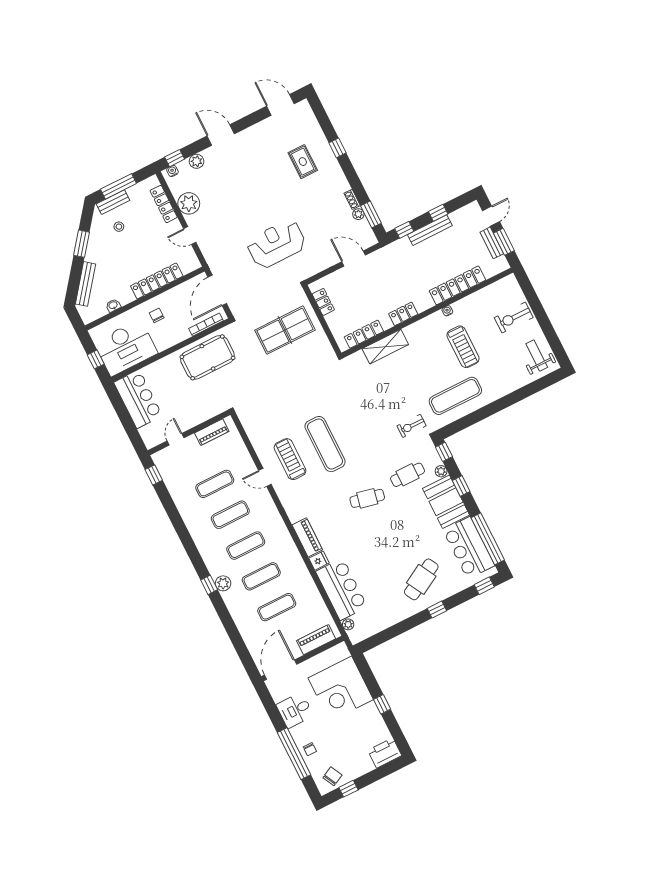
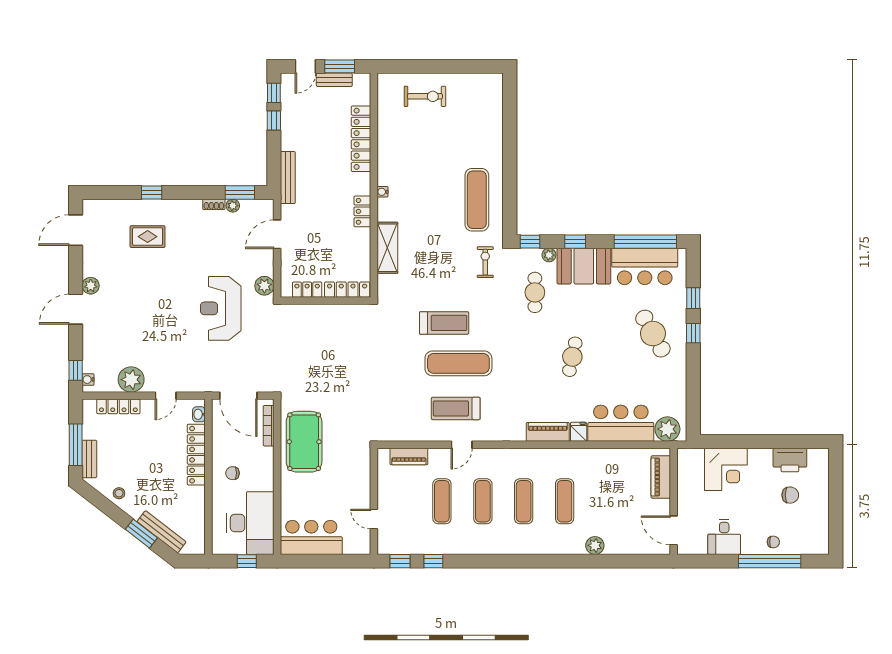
plant: (197, 161) -> (91, 286), moved
door: (491, 216) -> (305, 66), swing flipped
stool: (119, 227) -> (119, 493), moved
window: (404, 230) -> (274, 93), moved
bench: (430, 230) -> (288, 178), moved
window: (82, 244) -> (141, 534), moved
plant: (310, 268) -> (264, 286), added
washbasin: (113, 305) -> (199, 414), moved
water cooler: (447, 311) -> (382, 192), moved
exercise bike: (514, 318) -> (425, 96), turned -90
table tennis table: (285, 330) -> (316, 345), removed
locker: (364, 334) -> (347, 290), moved, turned 90
treadmill: (463, 347) -> (444, 323), moved
weight bench: (537, 356) -> (477, 92), removed
exercise bike: (412, 426) -> (485, 262), turned 180
piano: (212, 432) -> (409, 456), moved, turned 90
cafe table: (367, 498) -> (572, 357), moved
plant: (223, 583) -> (595, 545), moved
window: (209, 585) -> (433, 561), moved
window: (484, 586) -> (693, 298), moved
exercise mat: (277, 607) -> (605, 501), removed
plant: (348, 624) -> (667, 429), width x1.88, depth x1.88
door: (281, 670) -> (674, 530), width x0.73
corner desk: (341, 689) -> (726, 469), width x0.74, depth x0.74
window: (382, 704) -> (764, 441), removed
printer: (385, 753) -> (790, 460), moved, turned -90
chair: (332, 776) -> (790, 495), moved, turned 117
window: (348, 789) -> (836, 522), removed

